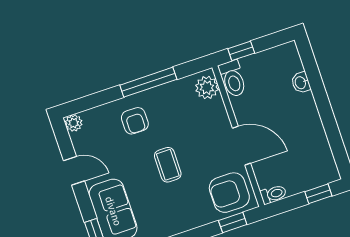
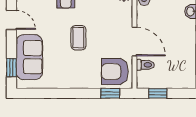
toilet: (273, 194) -> (145, 65), moved
window: (318, 194) -> (158, 93), moved

